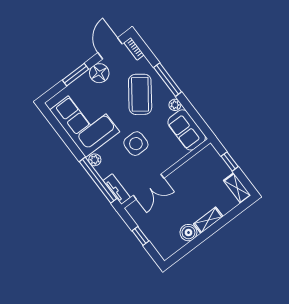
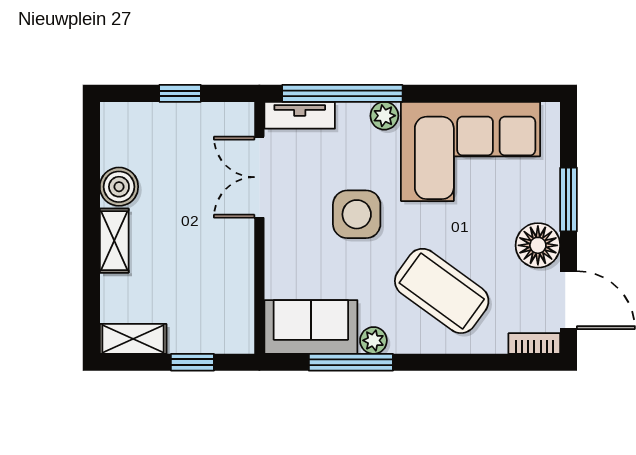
window: (168, 80) -> (351, 362), moved

